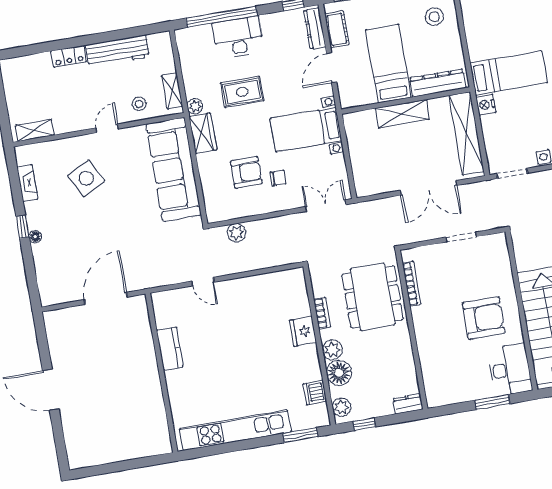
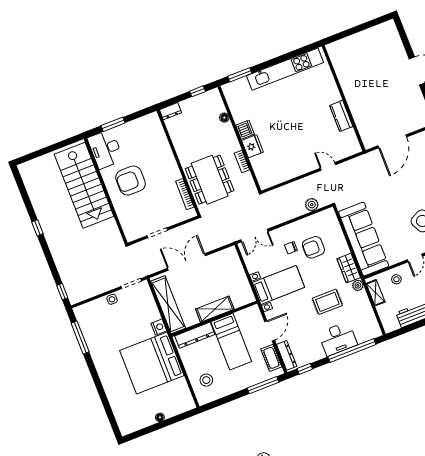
bed: (509, 73) -> (152, 363), width x2.04
plant: (332, 350) -> (230, 138), removed
floor lamp: (339, 373) -> (224, 118), width x0.53, depth x0.53
dishwasher: (315, 392) -> (245, 130), moved
plant: (342, 407) -> (215, 100), removed

